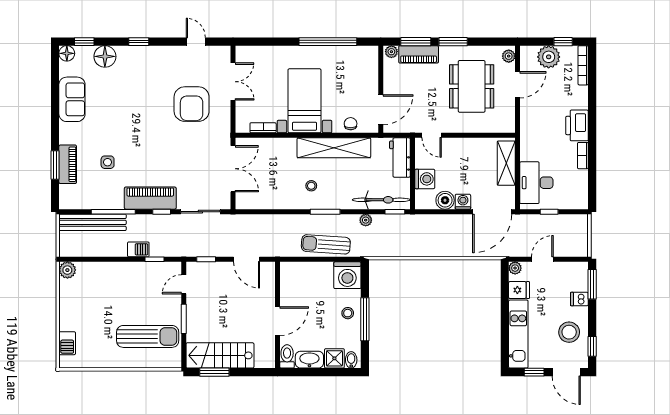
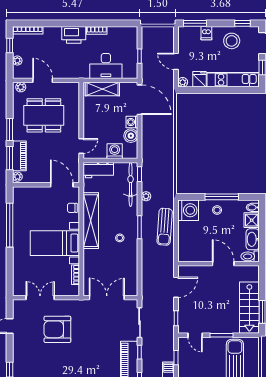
plant: (549, 57) -> (17, 61), width x0.53, depth x0.53
armchair: (192, 104) -> (57, 329), turned 180
desk: (536, 183) -> (106, 66), moved

